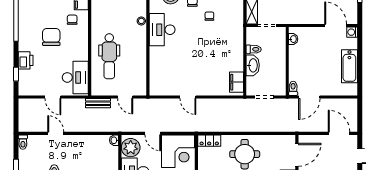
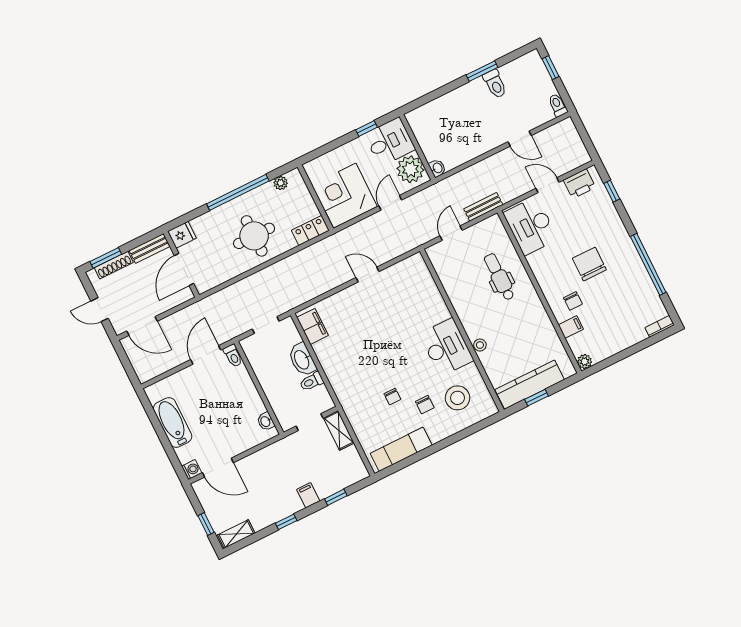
chair: (51, 37) -> (589, 264), turned 180
dental chair: (109, 56) -> (499, 277), width x0.73, depth x0.72
printer: (26, 60) -> (579, 184), moved, turned -90
door: (125, 97) -> (451, 233), hinge flipped
door: (153, 133) -> (390, 203), hinge flipped

